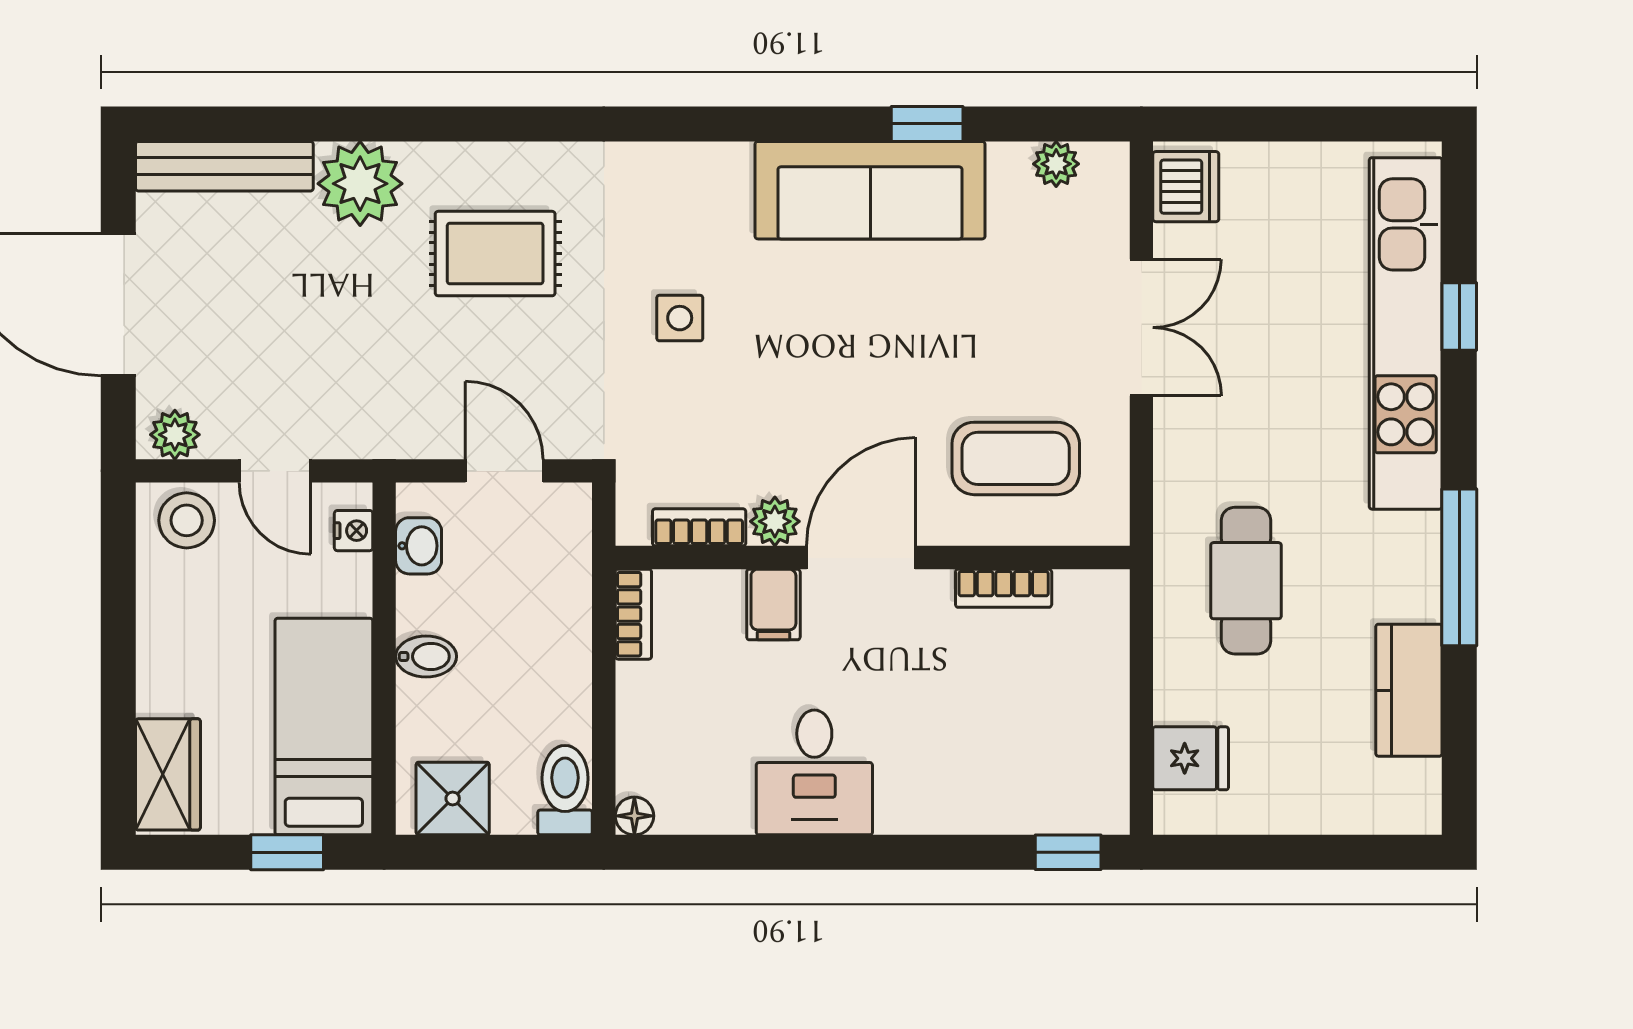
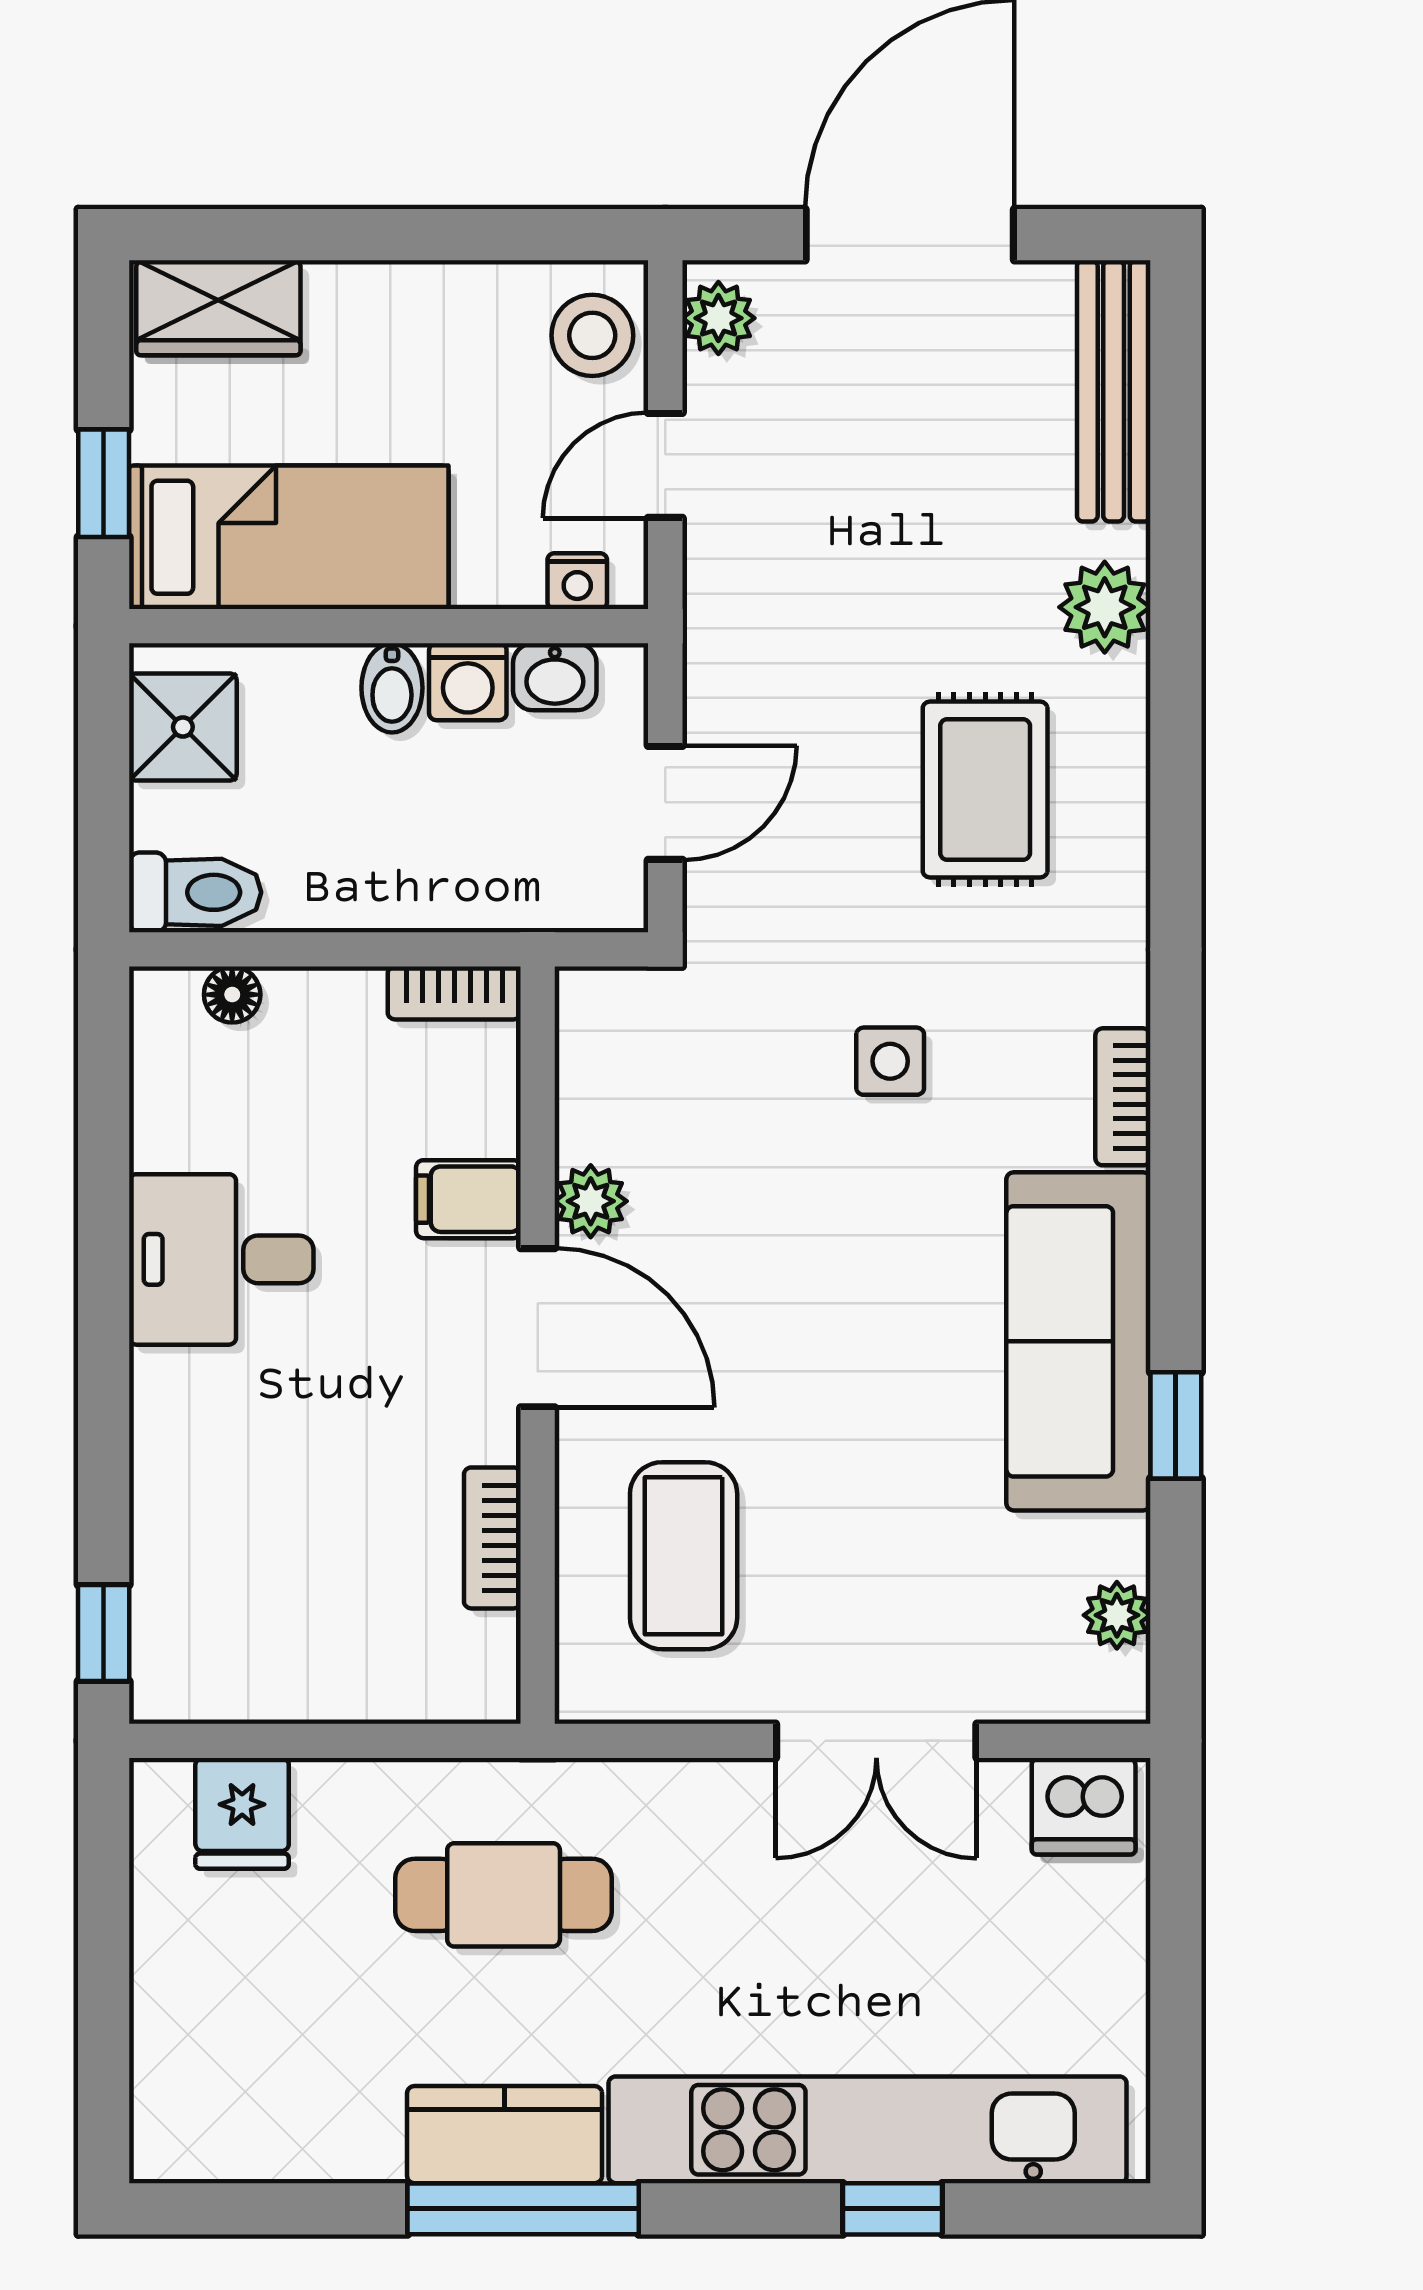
plant: (360, 184) -> (1105, 607), width x0.73, depth x0.73
bookcase: (699, 527) -> (1123, 1097), moved, turned 180
washing machine: (422, 605) -> (468, 682), added
kitchen counter: (1409, 690) -> (505, 2135), moved
floor lamp: (634, 816) -> (232, 995), moved

